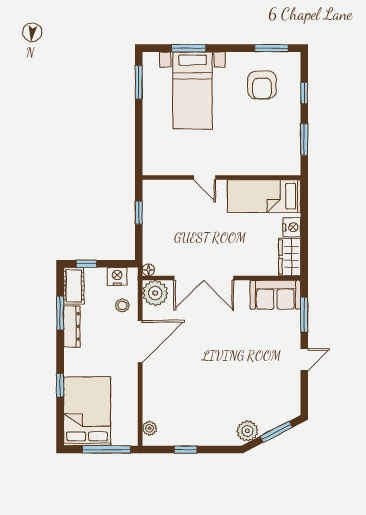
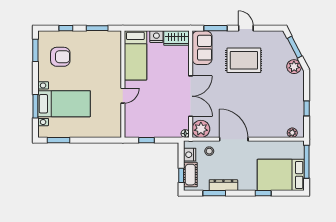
cot: (74, 286) -> (190, 175), moved, turned 90
rug: (257, 357) -> (244, 60), added

